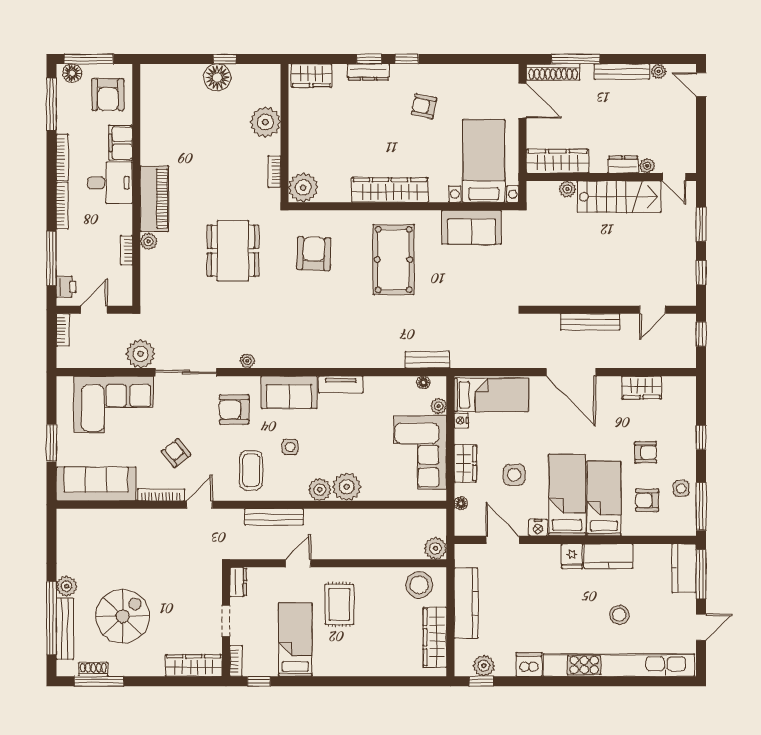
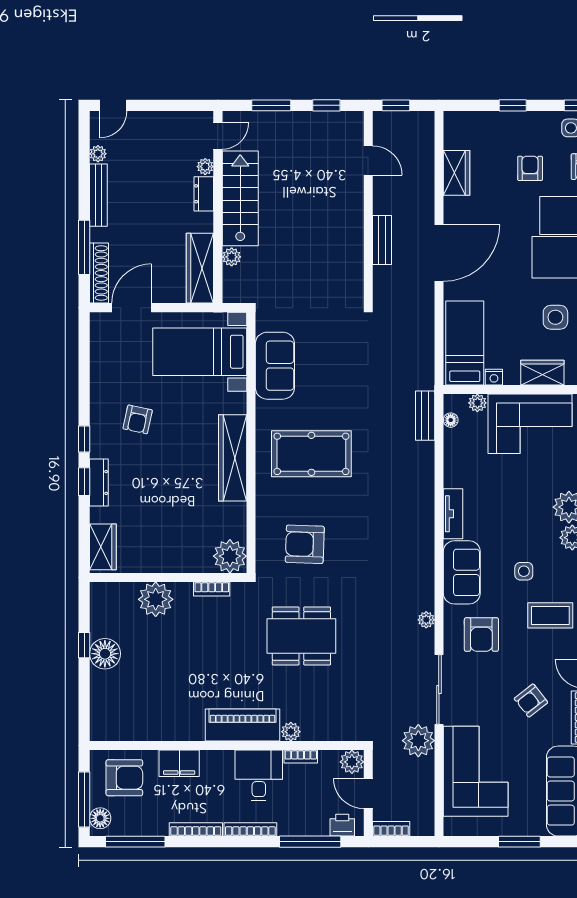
desk: (110, 183) -> (259, 775), moved
plant: (122, 295) -> (352, 762), added
bench: (590, 322) -> (382, 240), width x0.73

